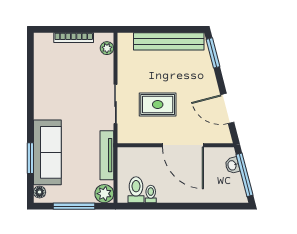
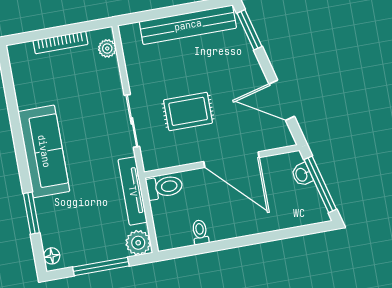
sofa: (47, 152) -> (44, 151), moved
toilet: (136, 190) -> (164, 187), moved, turned 90

